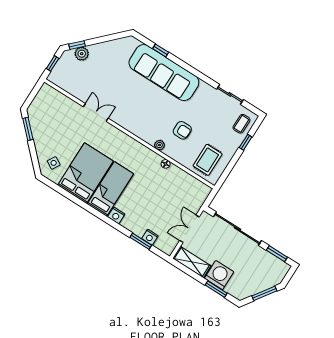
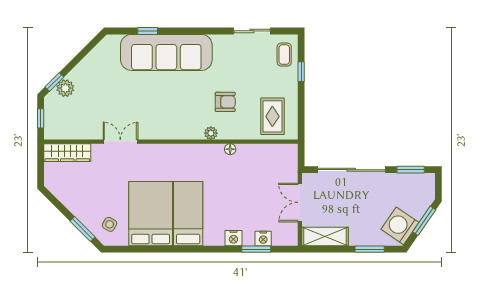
wardrobe: (56, 97) -> (67, 153), added
window: (28, 129) -> (82, 229), moved
nightstand: (116, 215) -> (233, 238), moved
washing machine: (219, 275) -> (400, 226), moved, turned -55

